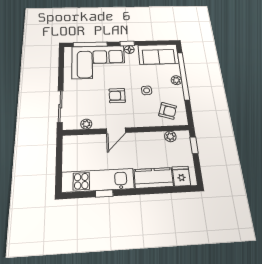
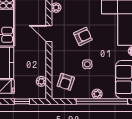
armchair: (117, 96) -> (83, 36), turned 65
window: (194, 145) -> (22, 101), moved

